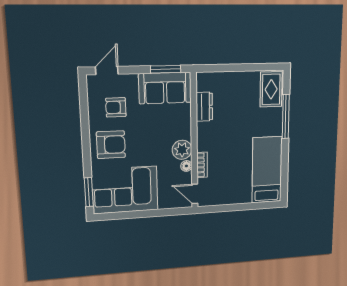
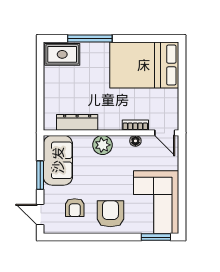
window: (166, 69) -> (40, 175), moved
dresser: (204, 107) -> (77, 122), width x1.44
plant: (182, 150) -> (103, 145), moved
bed: (267, 170) -> (144, 65), width x1.50
door: (195, 194) -> (165, 133), hinge flipped

